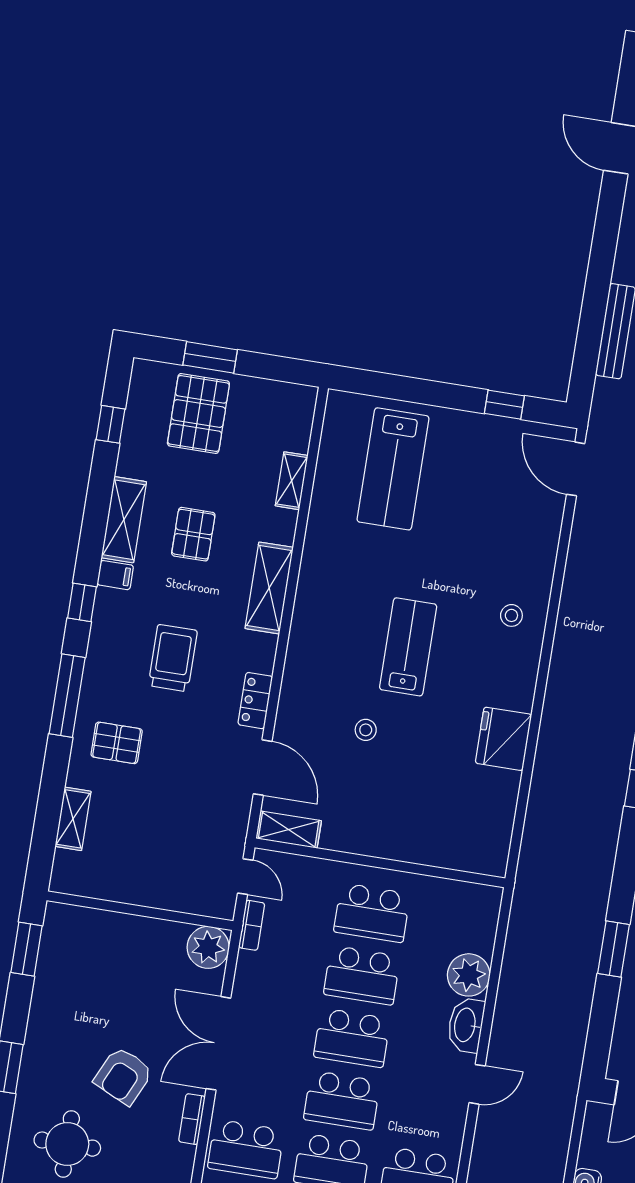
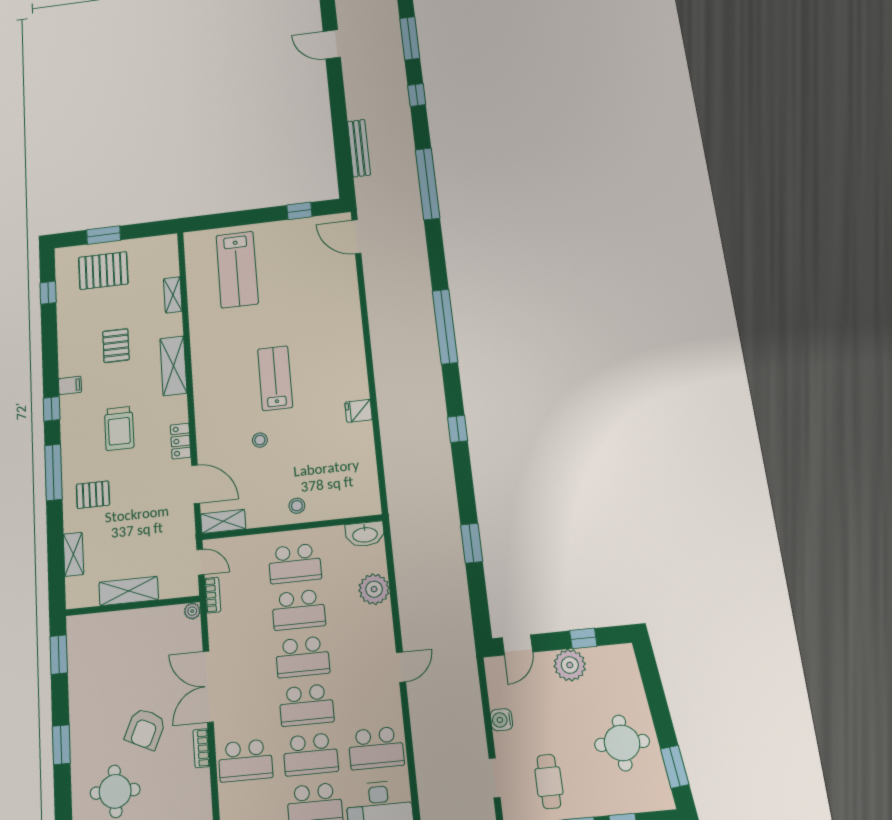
pallet: (198, 413) -> (103, 271), turned 90
shelving: (124, 520) -> (129, 591), moved, turned 90
stool: (511, 615) -> (297, 506), moved
trolley: (173, 658) -> (119, 428), turned 180
fridge: (503, 739) -> (359, 411), width x0.53, depth x0.75
plant: (208, 947) -> (192, 611), width x0.53, depth x0.53
washbasin: (466, 1025) -> (365, 534), moved, turned -90

